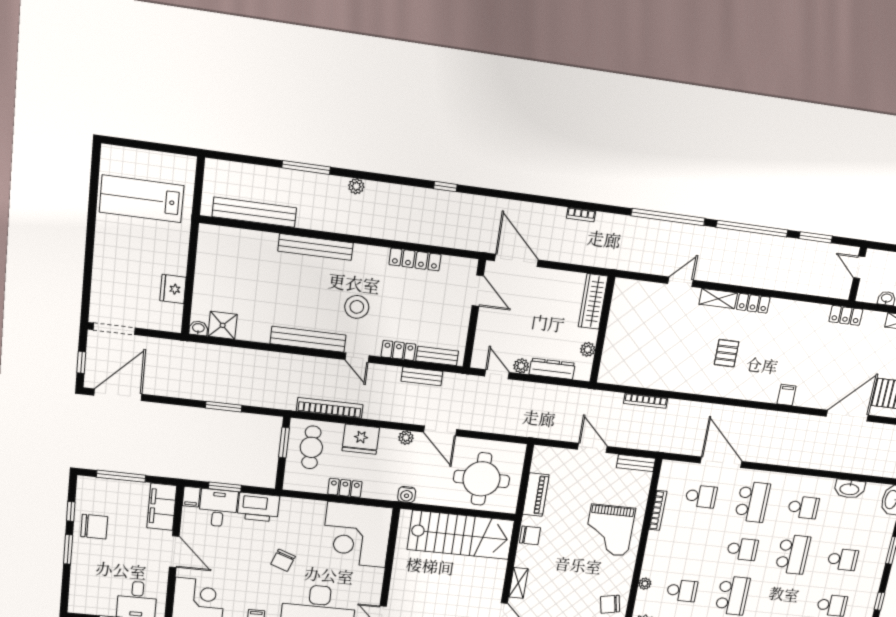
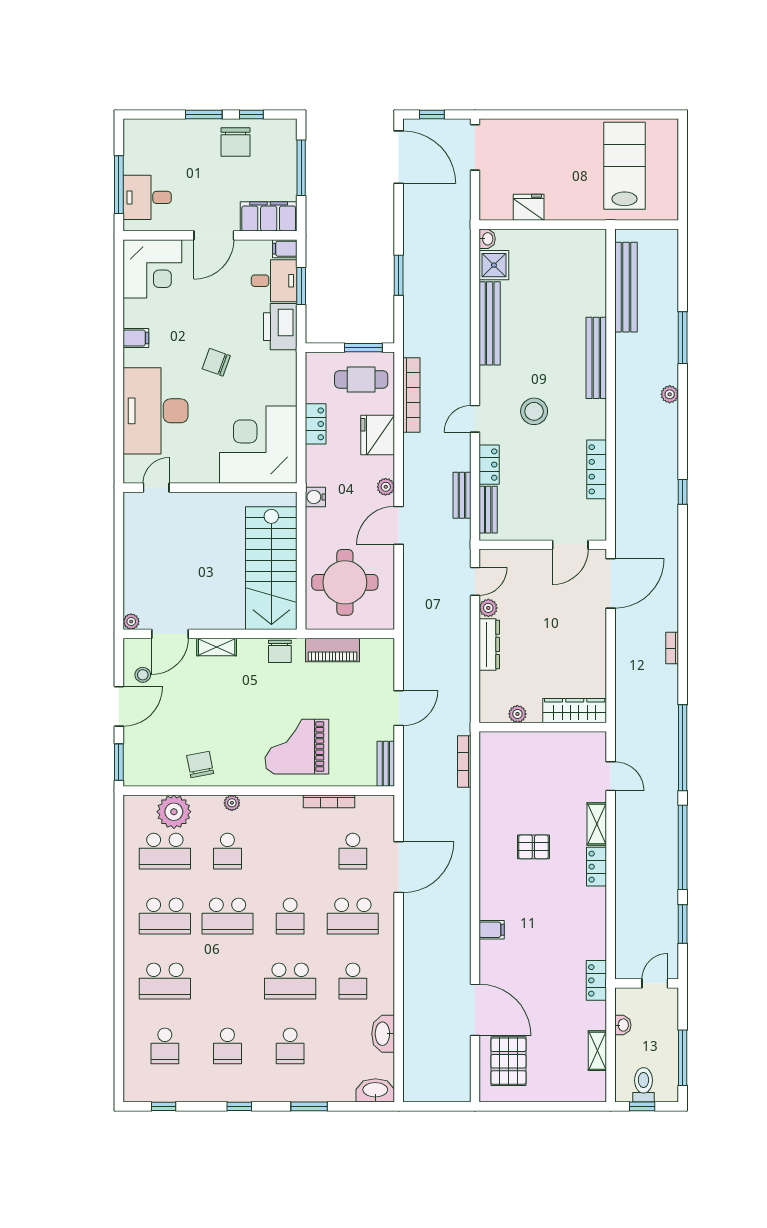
wardrobe: (593, 301) -> (575, 711), moved
wall: (602, 330) -> (543, 727), moved
bench: (308, 339) -> (490, 323), moved
plant: (588, 349) -> (517, 714), moved

